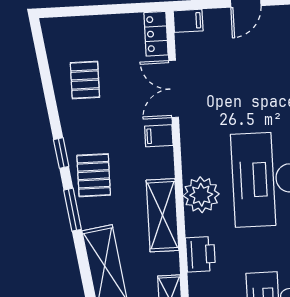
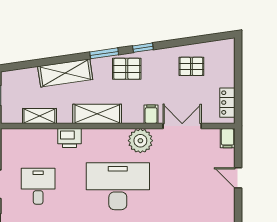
locker: (156, 34) -> (227, 103), moved, turned -90
plant: (201, 195) -> (140, 141), moved

